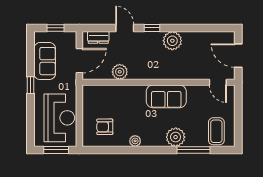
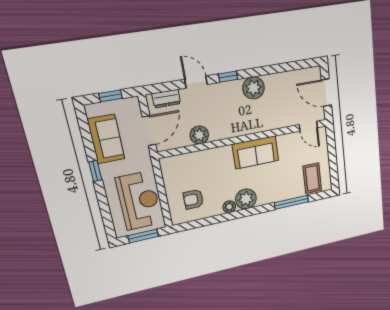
plant: (176, 137) -> (246, 199), moved

